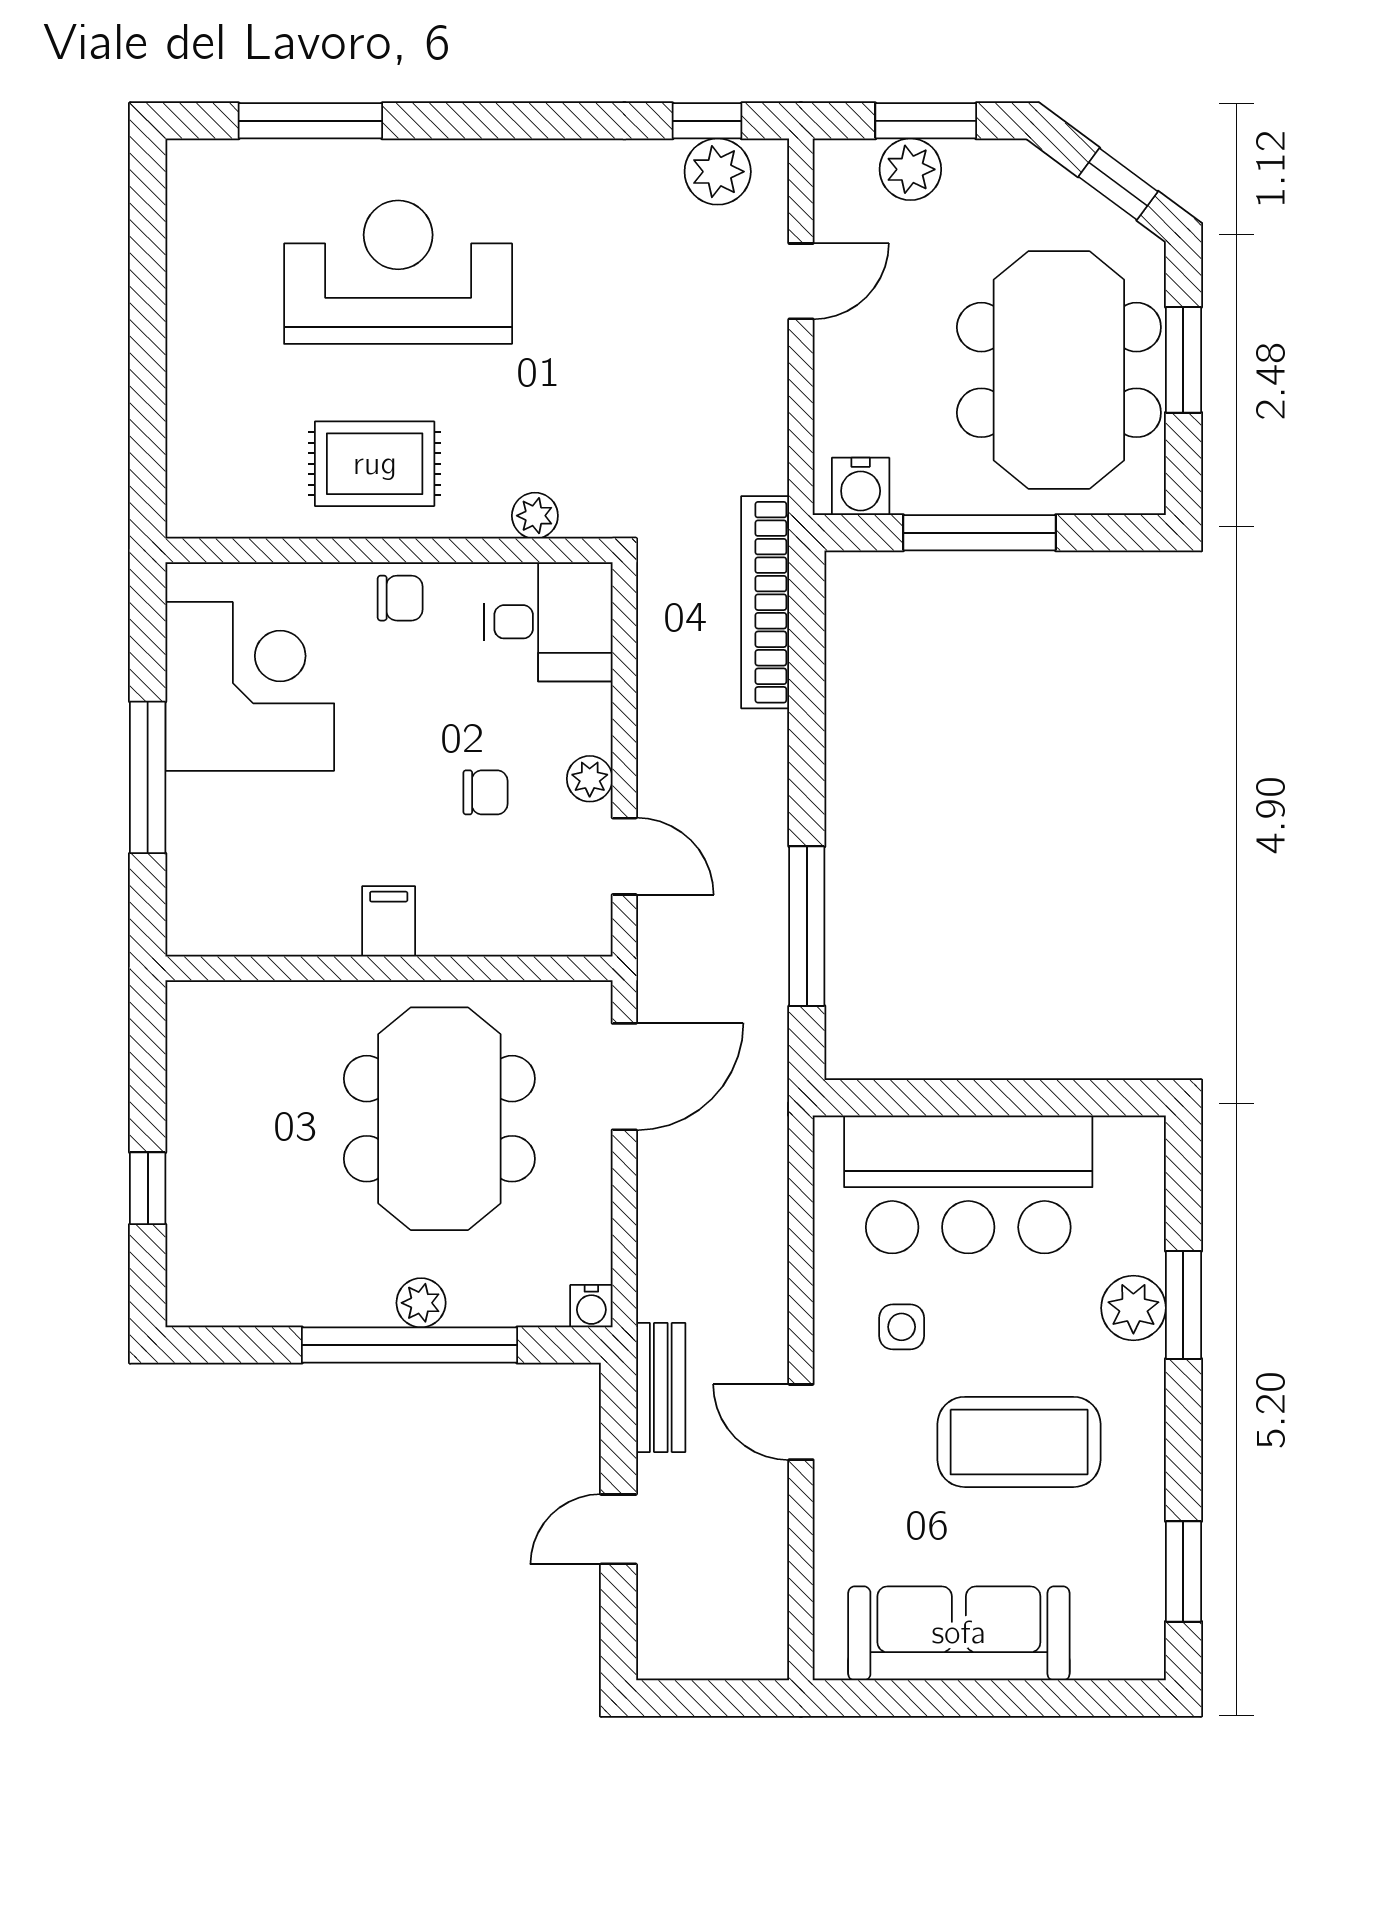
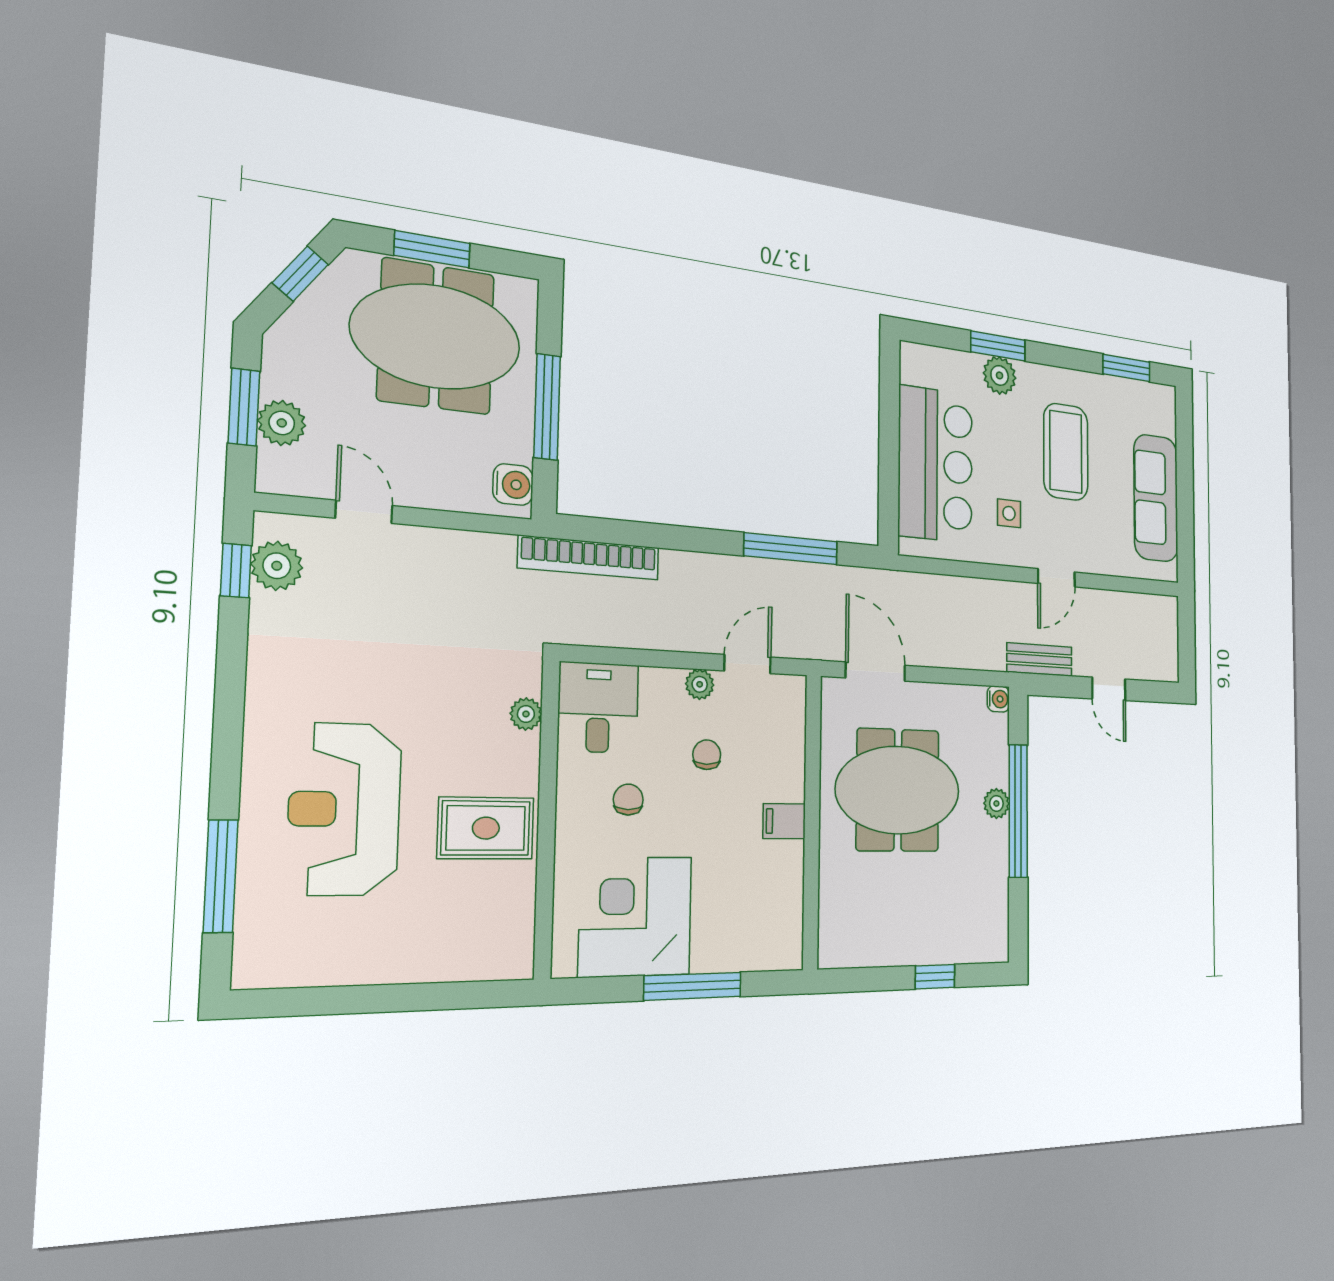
rug: (375, 464) -> (486, 828), turned 90
chair: (400, 598) -> (628, 800), moved

